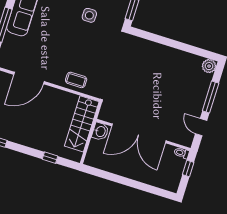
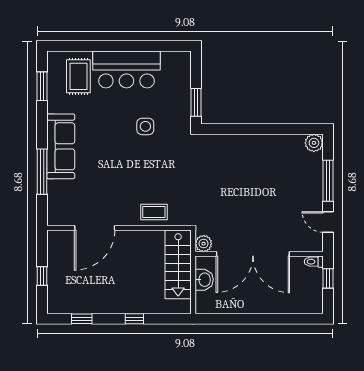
plant: (105, 114) -> (204, 244), added
washbasin: (100, 131) -> (204, 280), moved
window: (50, 158) -> (134, 319), moved

